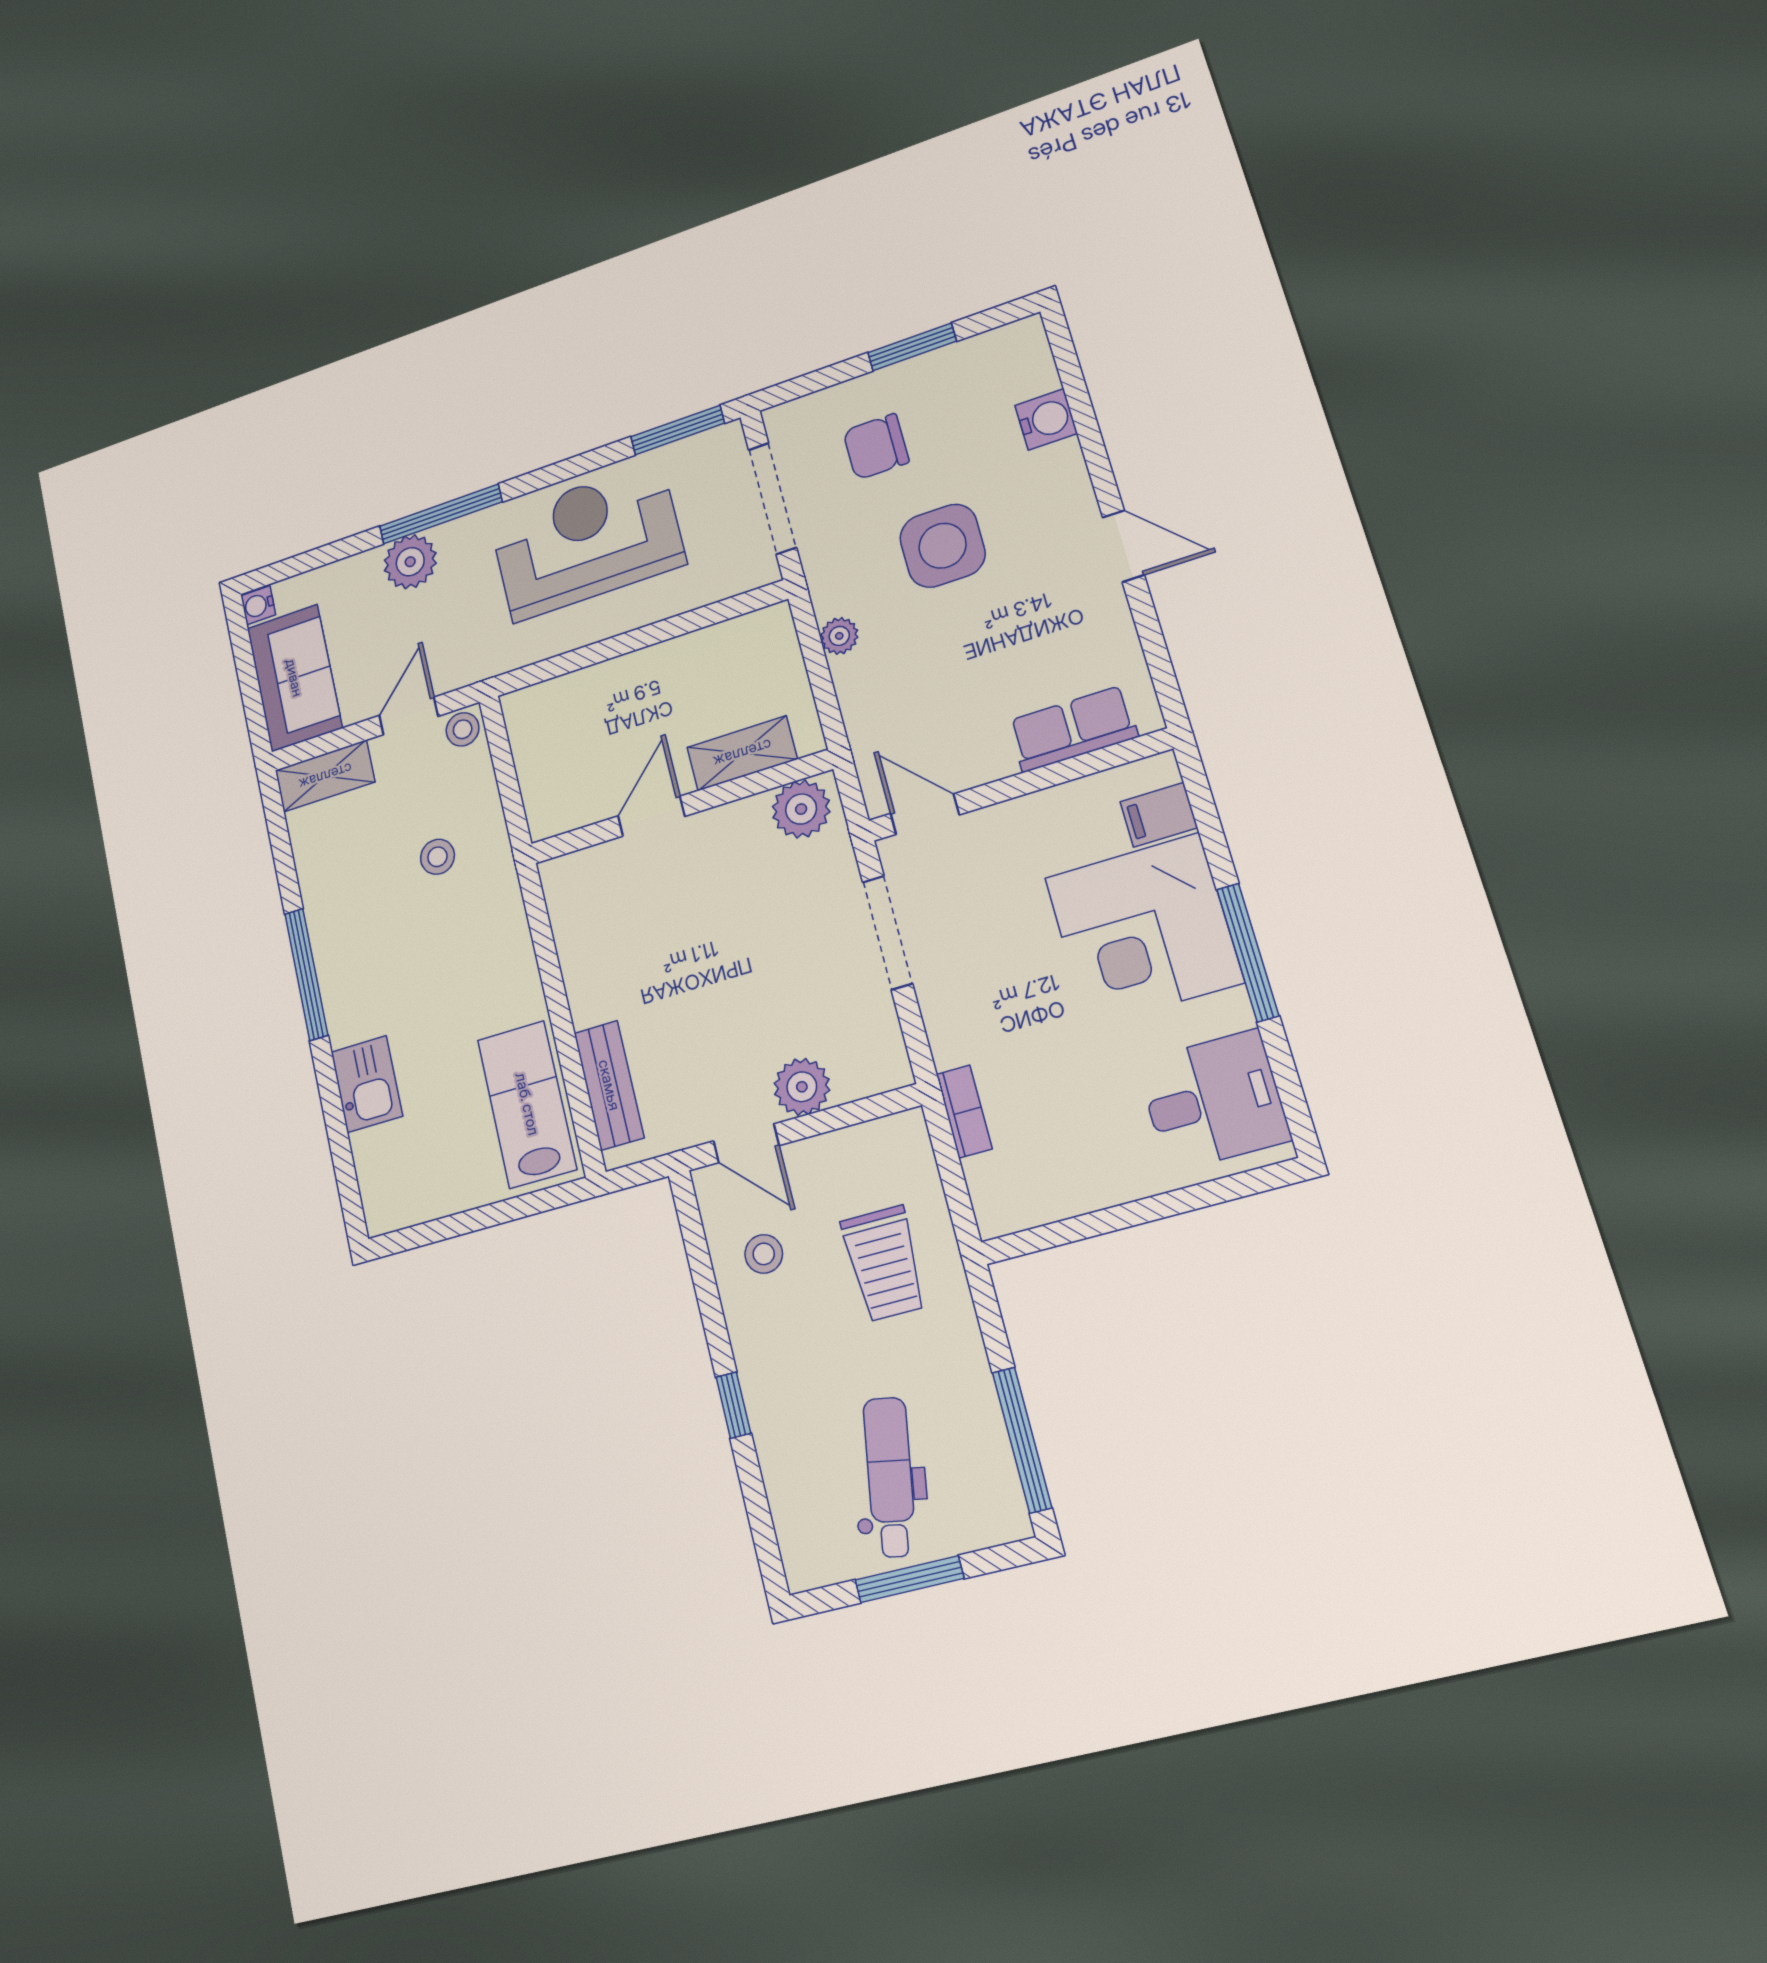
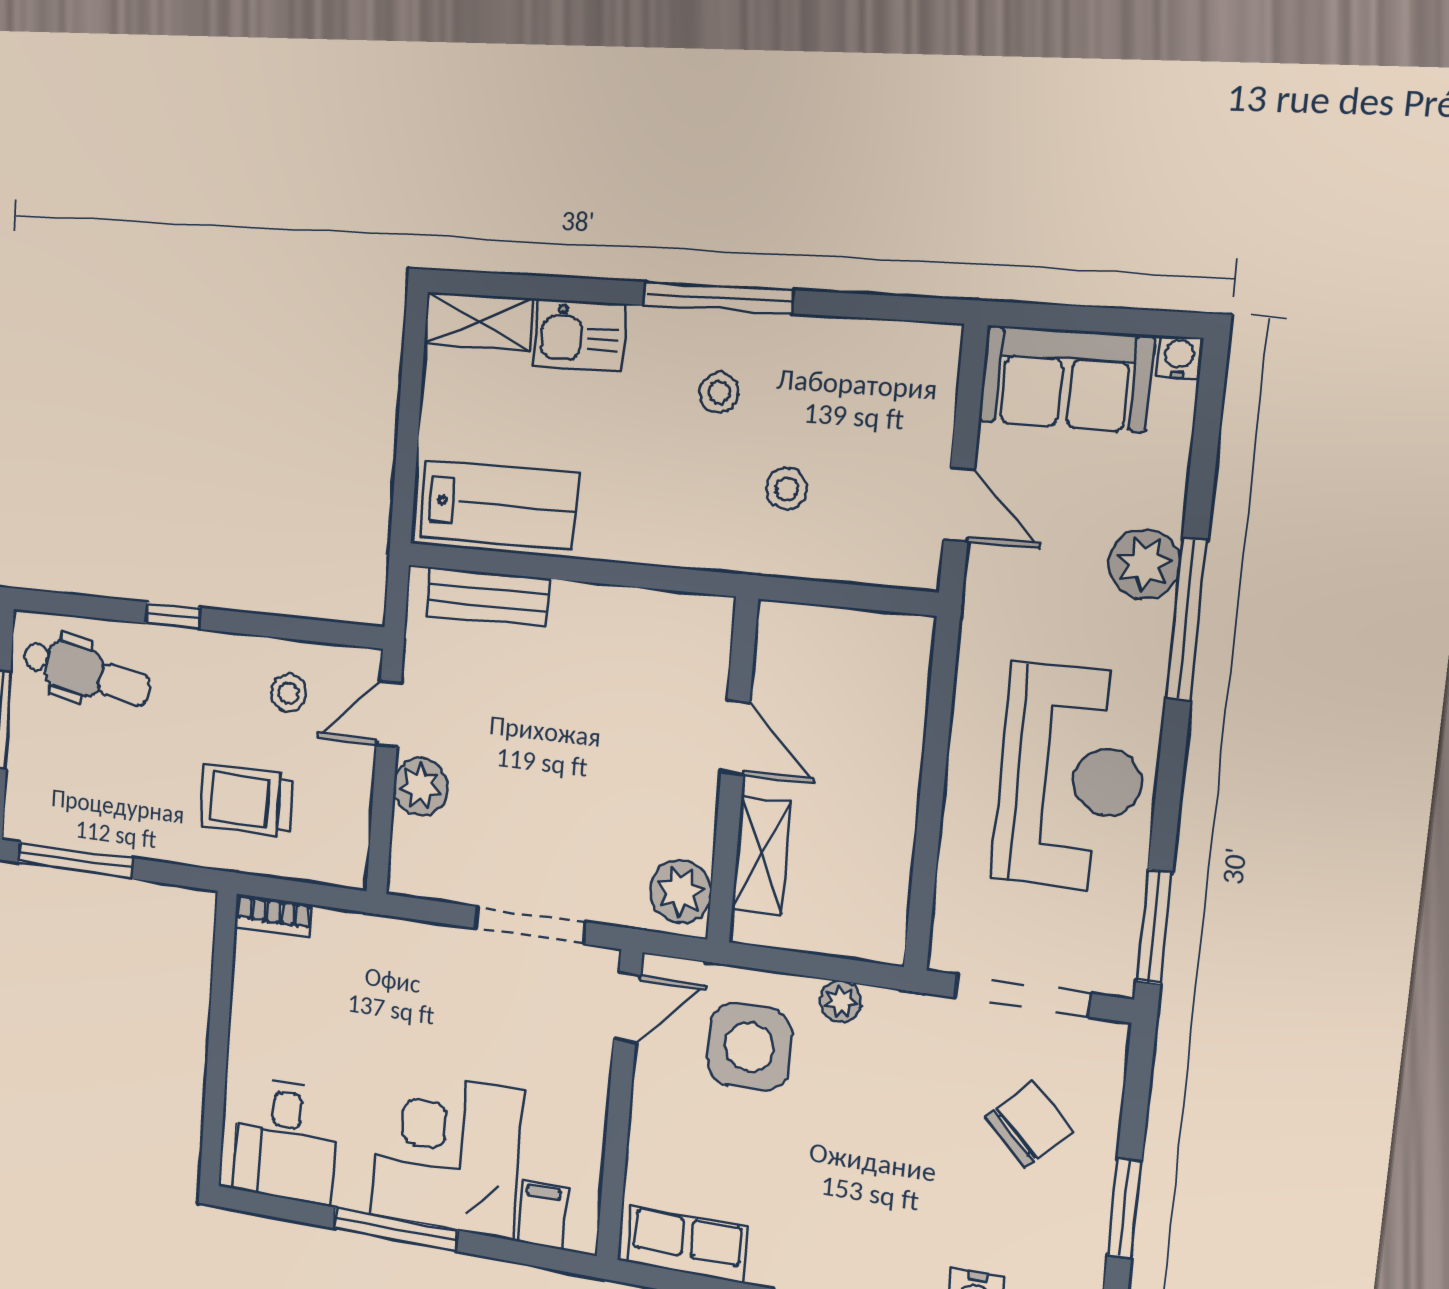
chair: (876, 447) -> (1029, 1124), turned 45
side table: (943, 546) -> (749, 1047), moved
stool: (463, 729) -> (719, 392), moved
row of seats: (1073, 729) -> (687, 1244), moved, turned -90
shelving: (325, 776) -> (479, 321), moved, turned 90
bookcase: (964, 1111) -> (273, 916), moved
dental chair: (890, 1477) -> (86, 673), moved

